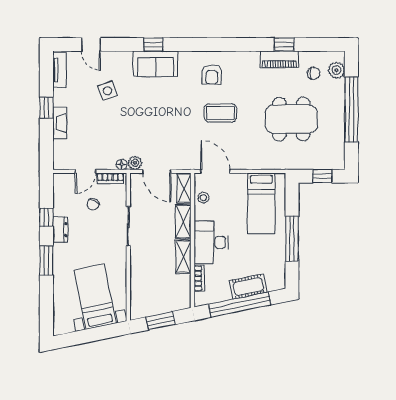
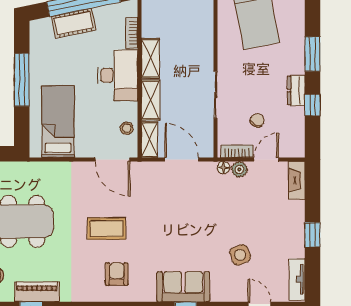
fireplace: (60, 123) -> (297, 180), moved
plant: (135, 163) -> (239, 169), moved

